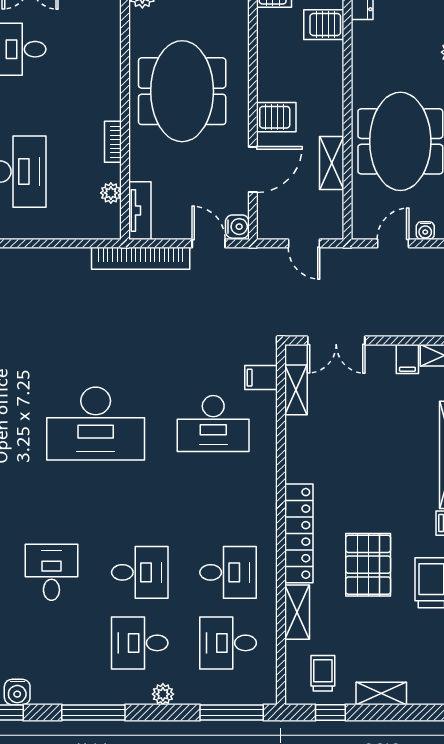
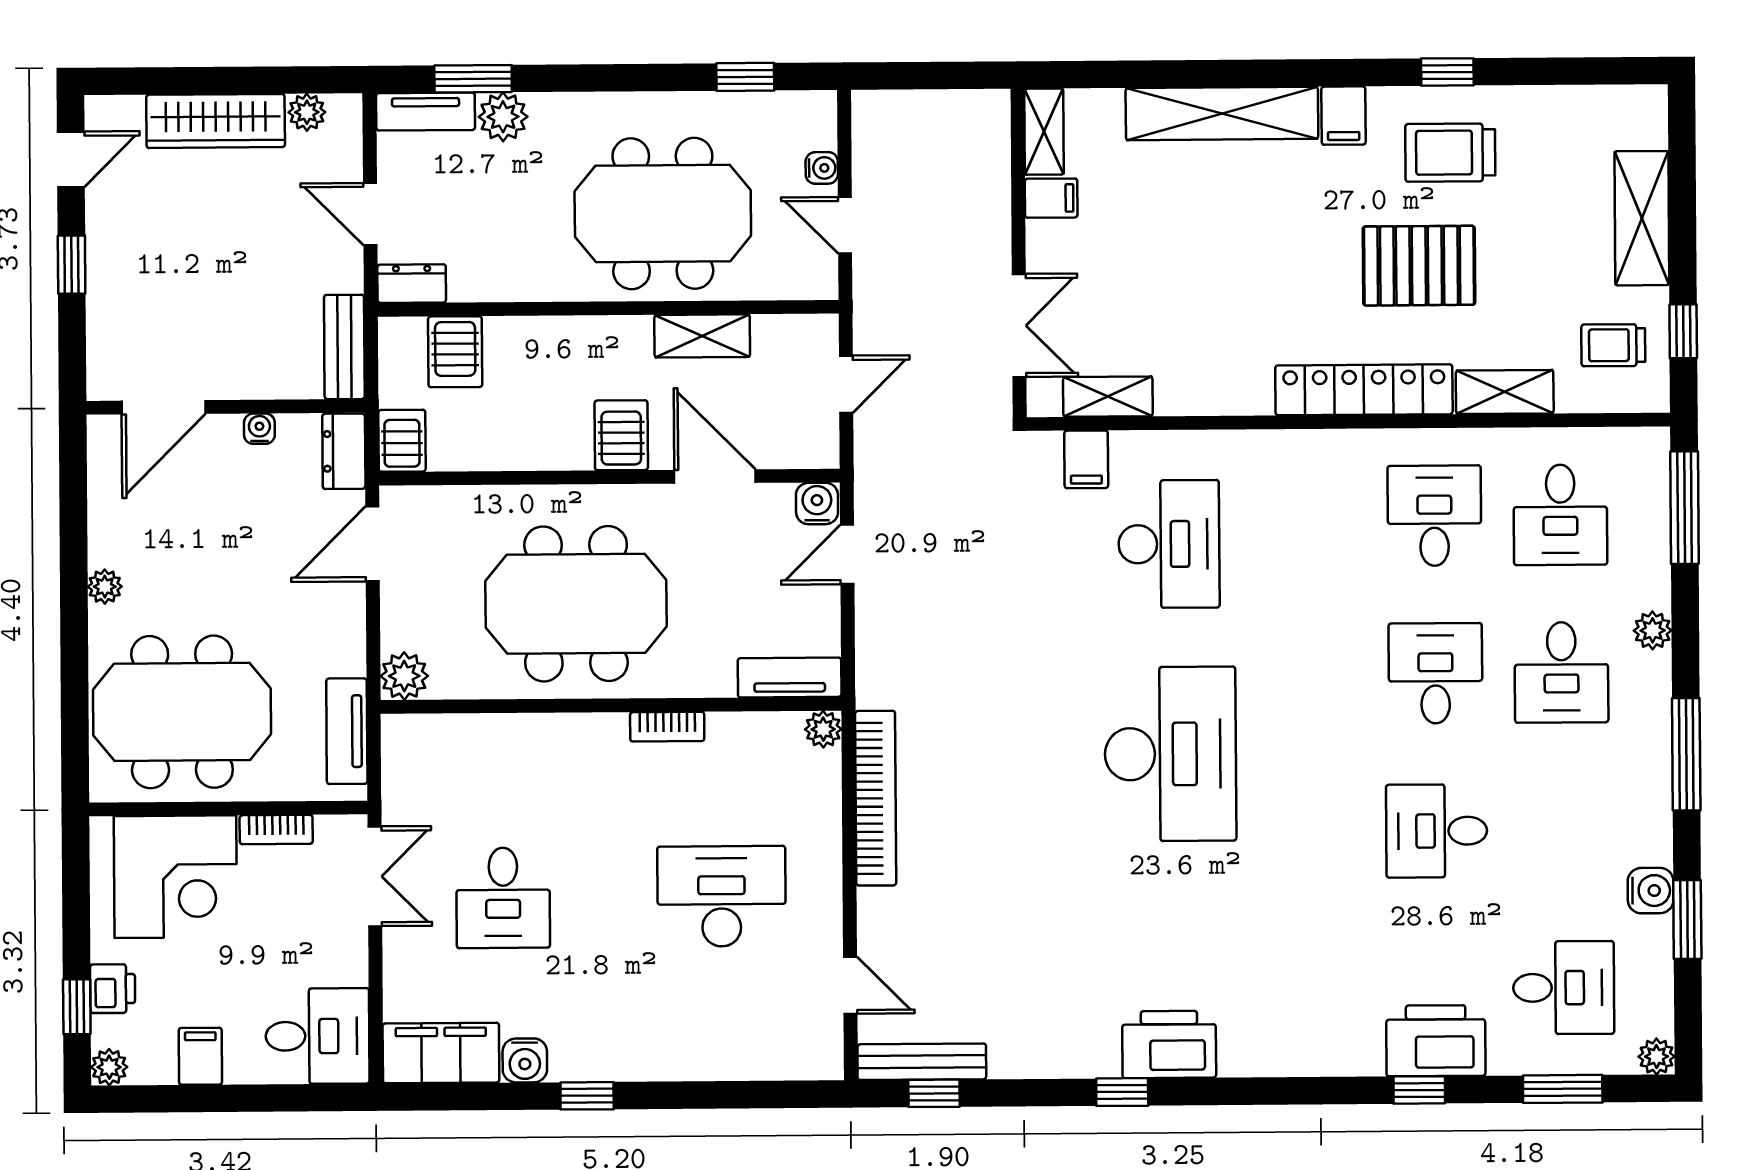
plant: (111, 193) -> (823, 729), moved
bookcase: (141, 258) -> (876, 798), moved
shelving: (381, 693) -> (1642, 218), width x1.50, depth x1.33

